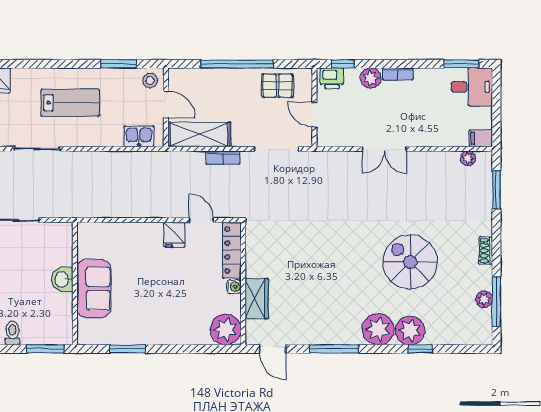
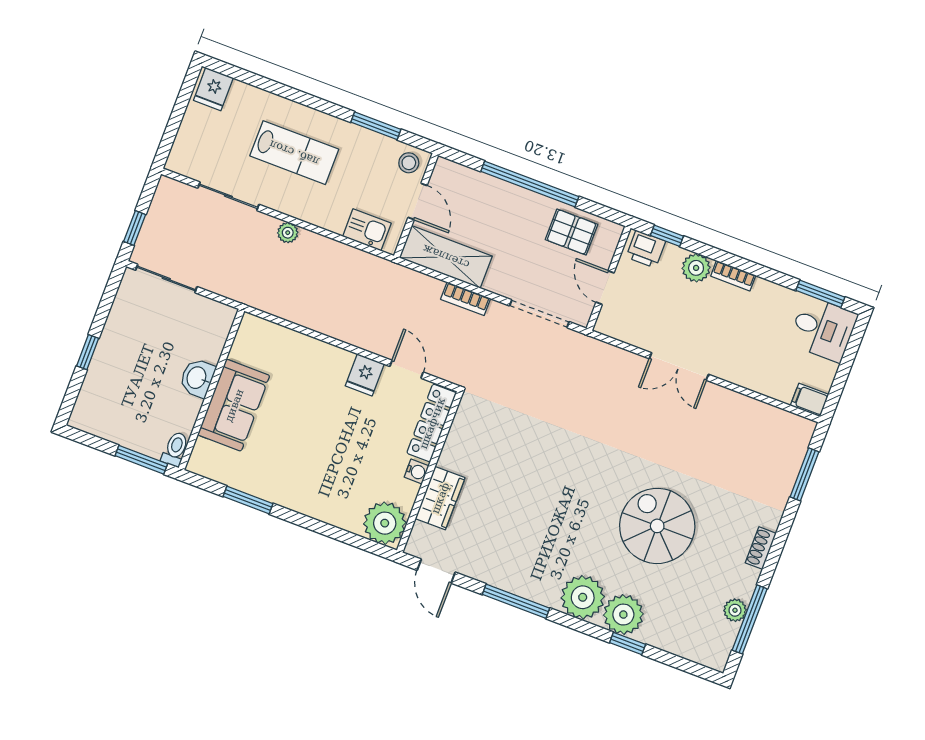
plant: (468, 158) -> (288, 233), moved
toilet: (12, 333) -> (175, 449), moved

